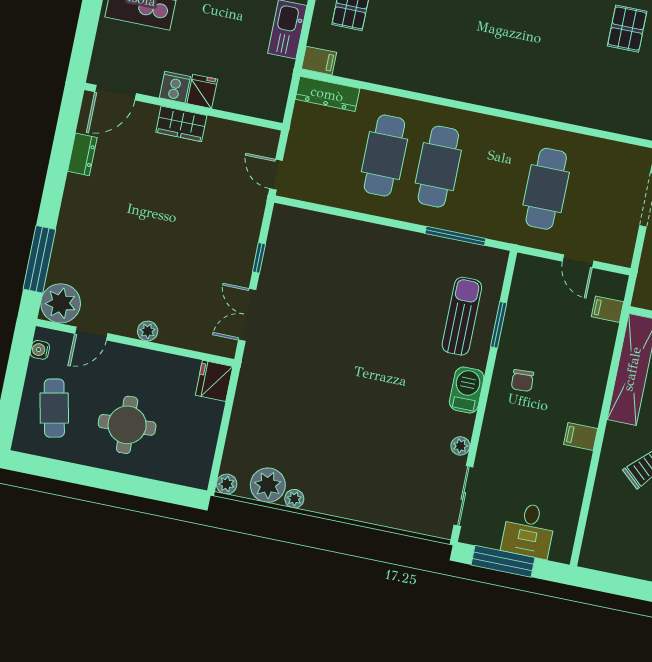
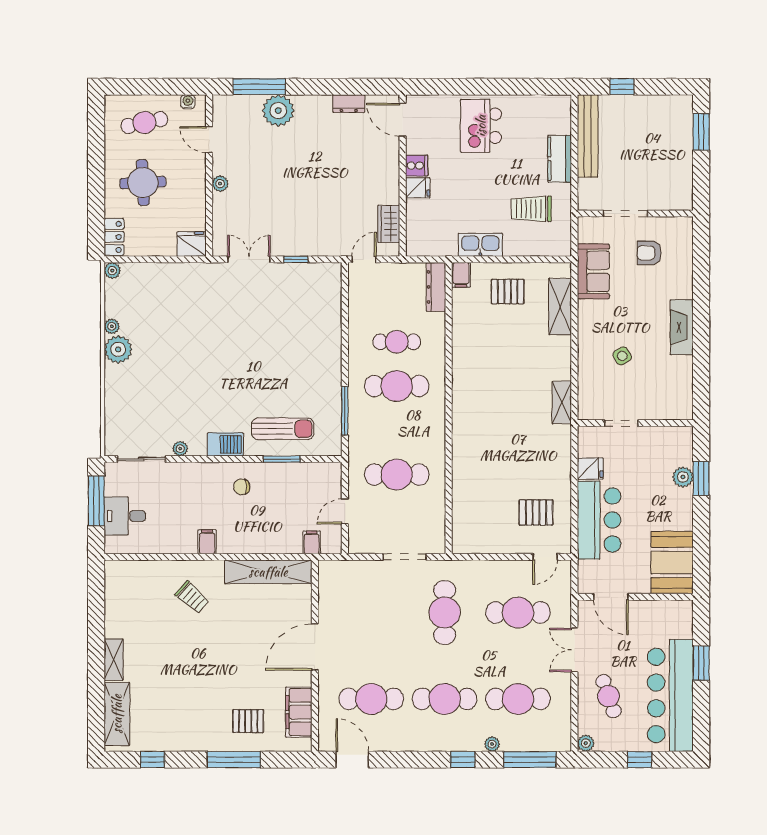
wardrobe: (181, 124) -> (389, 224), moved
cafe table: (384, 156) -> (397, 342), width x0.73, depth x0.74
plant: (61, 303) -> (278, 111), moved
locker: (186, 474) -> (114, 237), added
plant: (268, 485) -> (118, 349), moved

